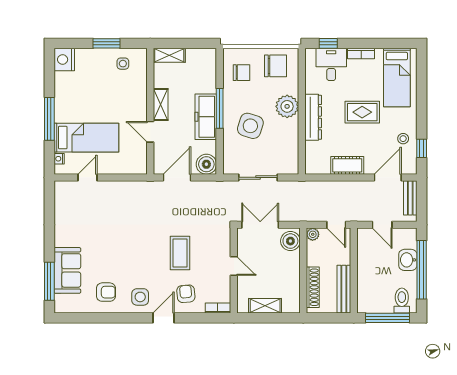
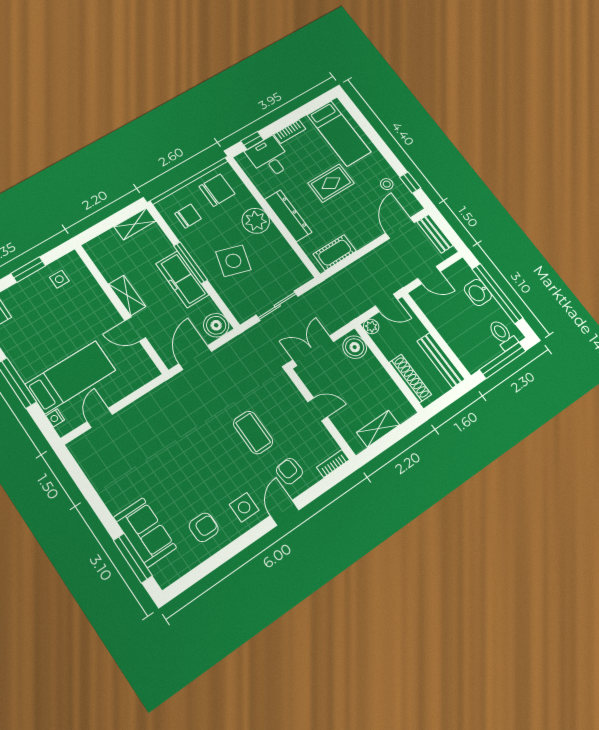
shelving: (169, 55) -> (135, 224), moved
cot: (347, 165) -> (335, 253), moved

